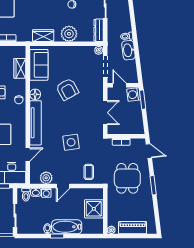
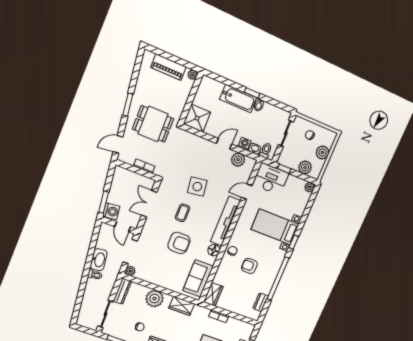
wardrobe: (20, 68) -> (213, 294), moved
armchair: (67, 89) -> (179, 243), turned 119
door: (149, 151) -> (118, 144), hinge flipped
coffee table: (89, 172) -> (182, 213), moved
dining table: (127, 178) -> (153, 124), turned 90
shower: (94, 209) -> (197, 118), moved

